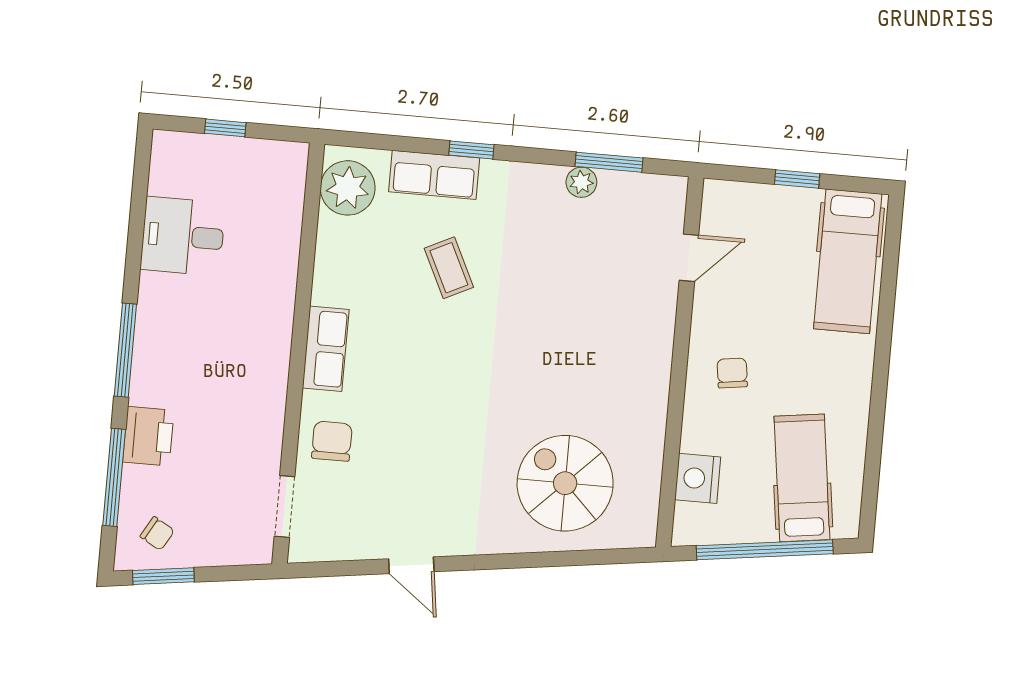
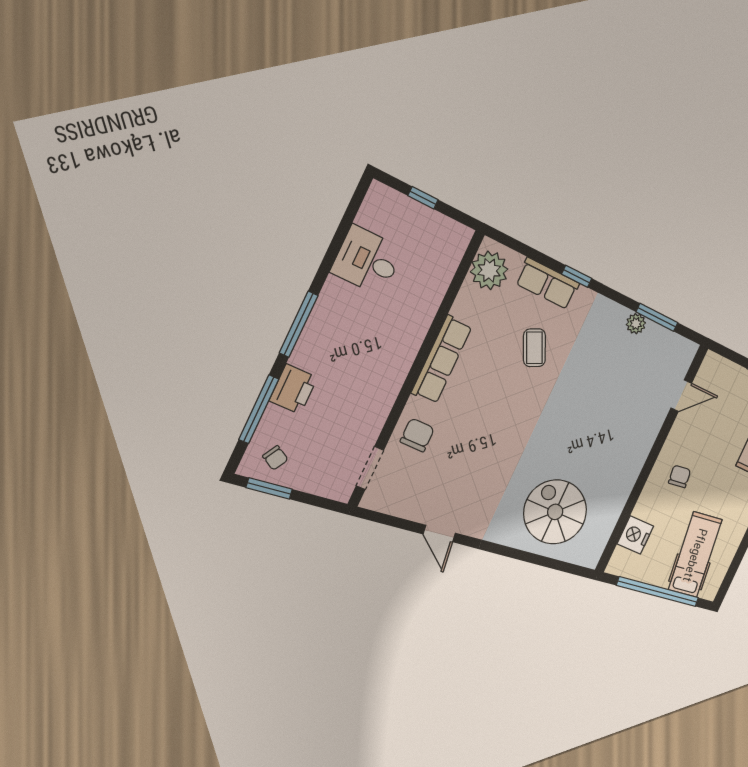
row of seats: (326, 349) -> (442, 359), width x1.48

